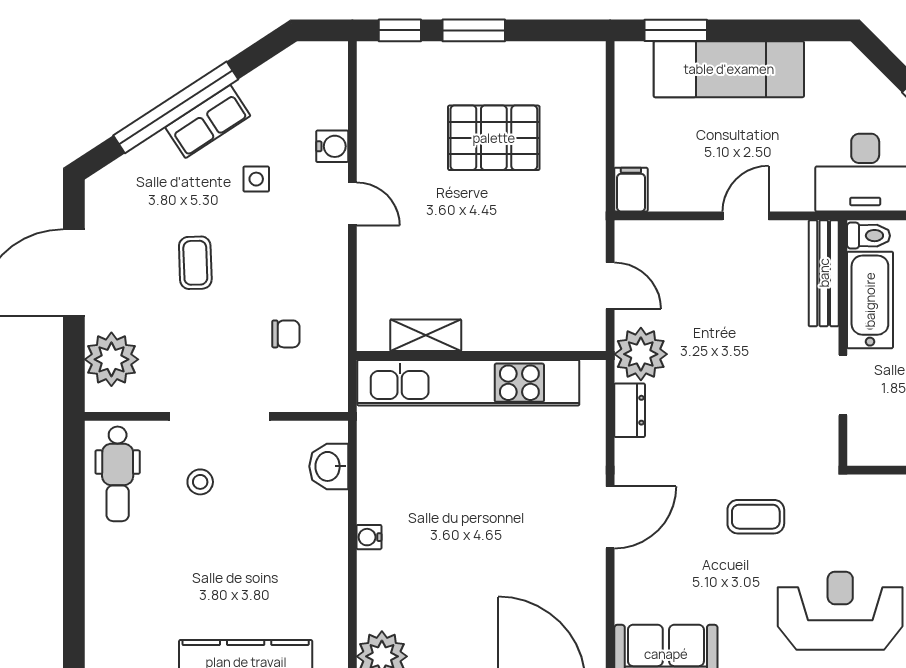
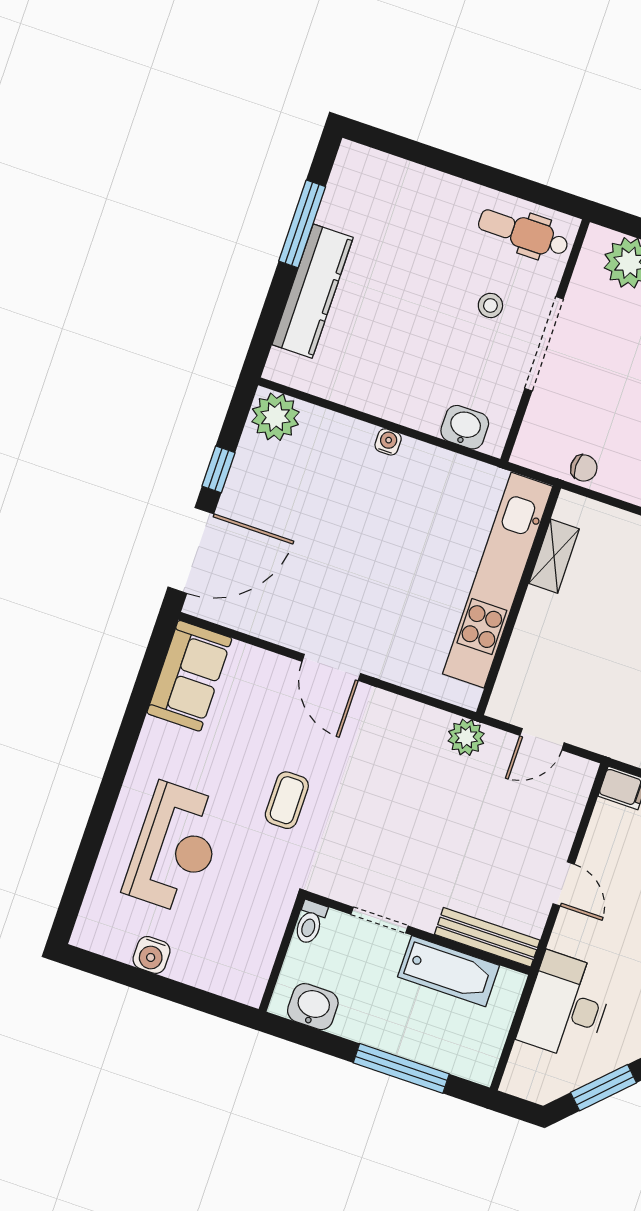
toilet: (868, 236) -> (310, 922), moved
chair: (286, 334) -> (584, 468), moved, turned -90
plant: (641, 354) -> (466, 737), width x0.73, depth x0.73
dresser: (630, 410) -> (423, 718), removed

